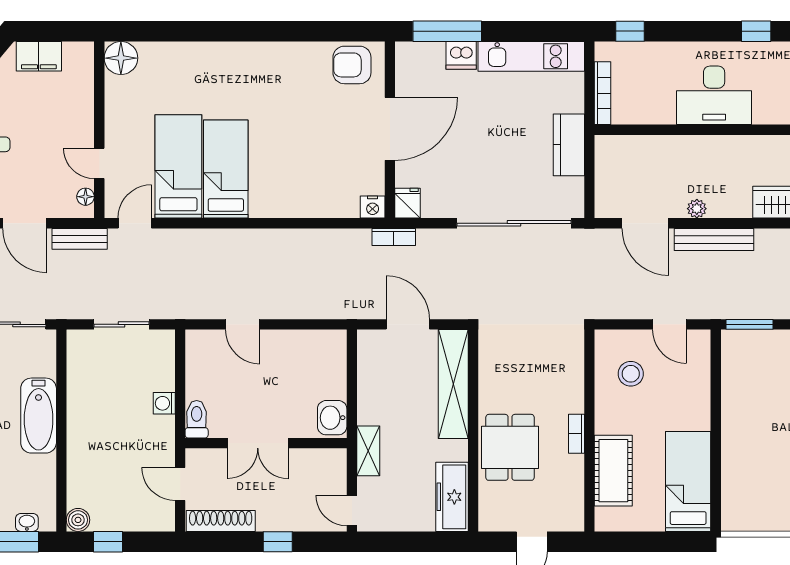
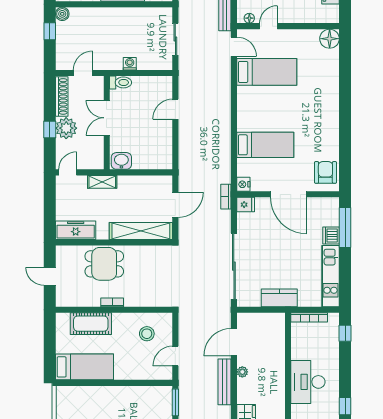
bed: (226, 169) -> (265, 145), moved
plant: (276, 513) -> (66, 128), added

